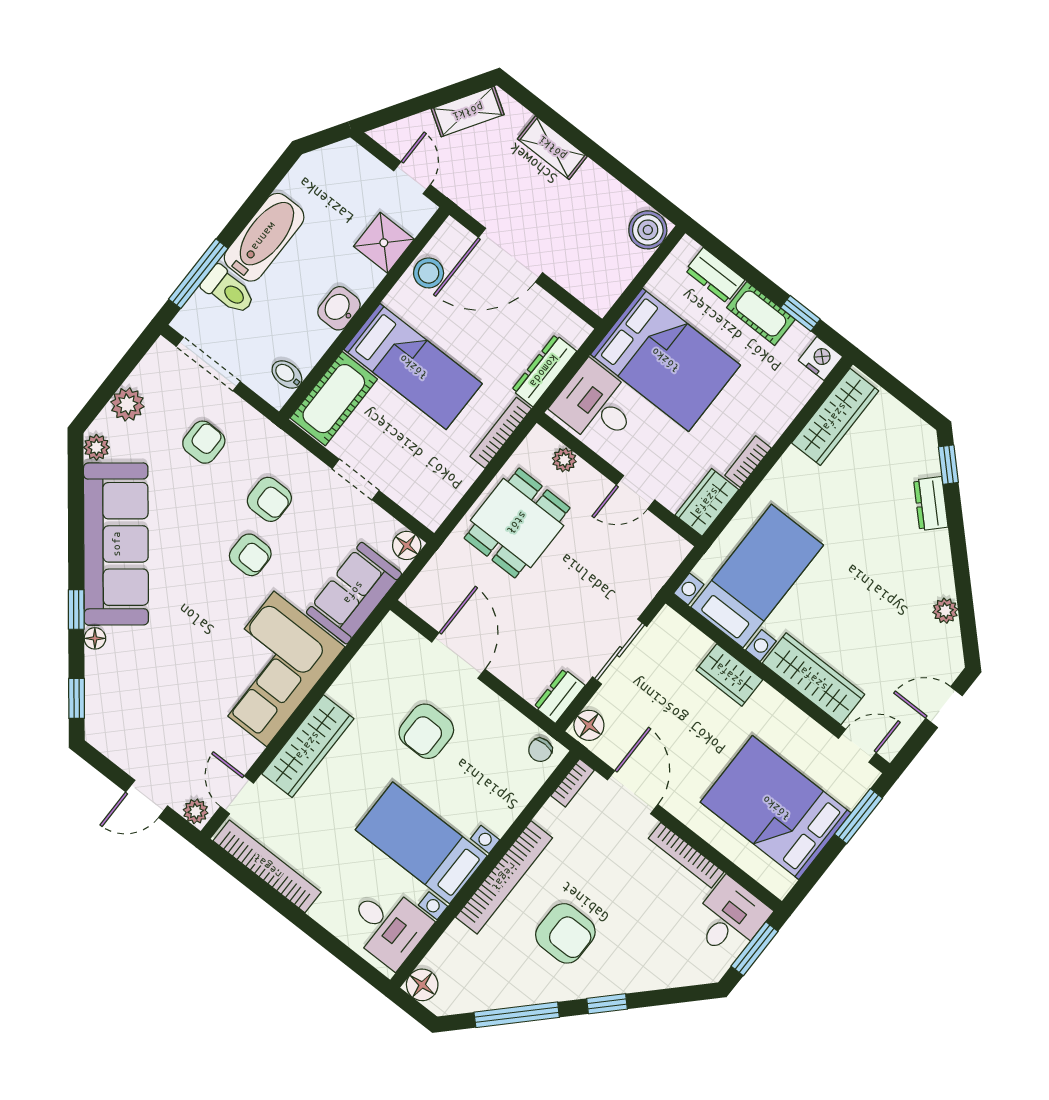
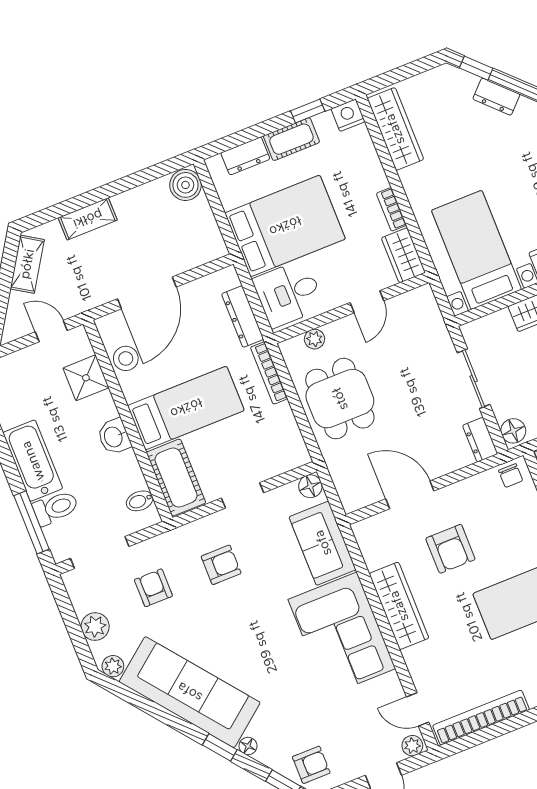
armchair: (250, 555) -> (311, 765), moved
wardrobe: (308, 746) -> (399, 606), moved

